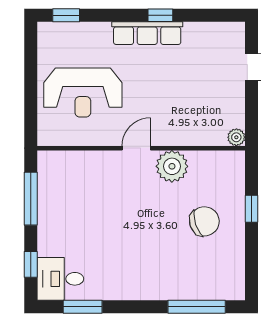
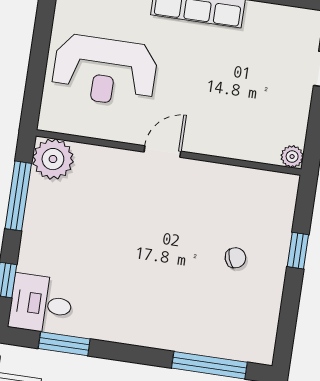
plant: (172, 166) -> (53, 159), moved
chair: (204, 221) -> (235, 258), width x0.54, depth x0.54

